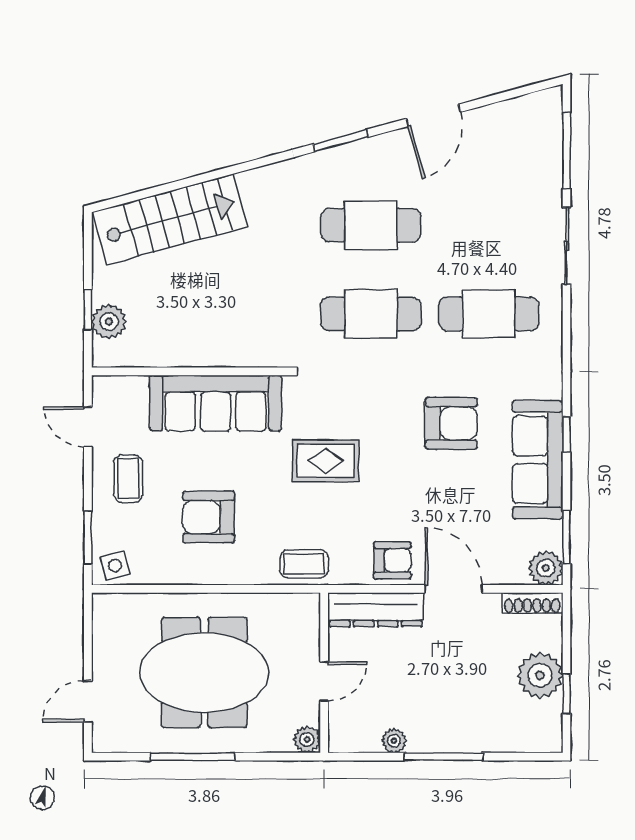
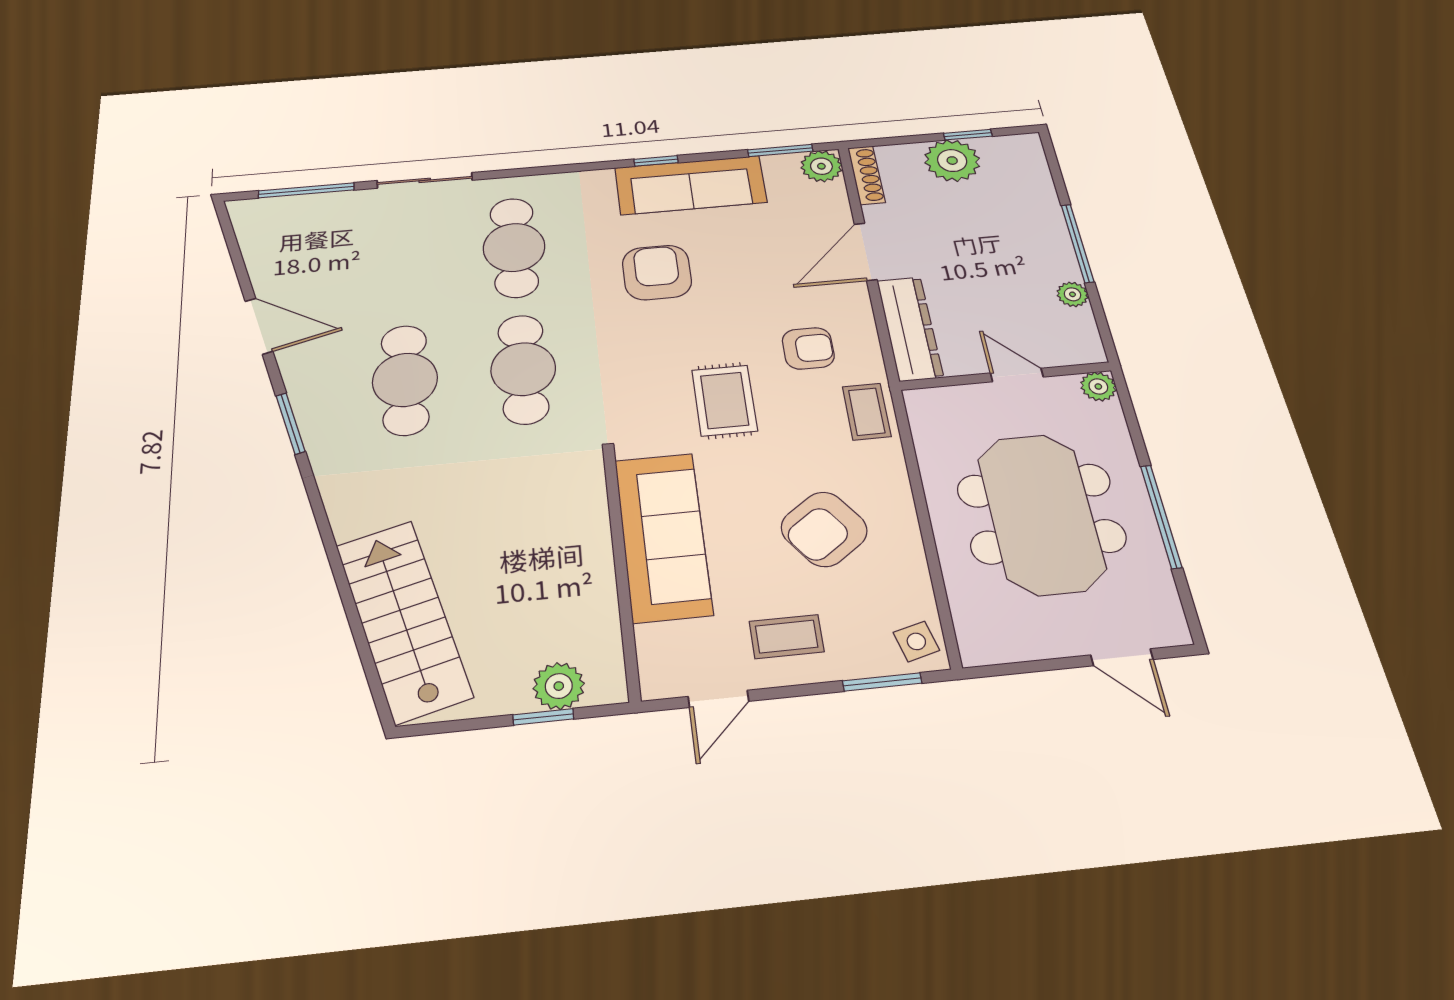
armchair: (209, 517) -> (824, 529), turned 54
armchair: (392, 560) -> (808, 348), moved, turned 90

